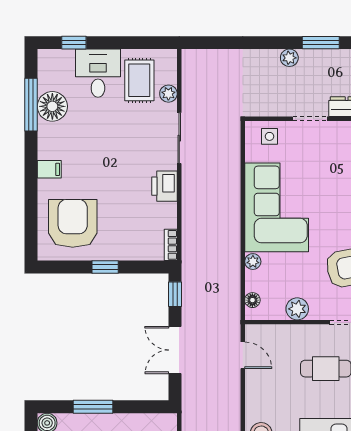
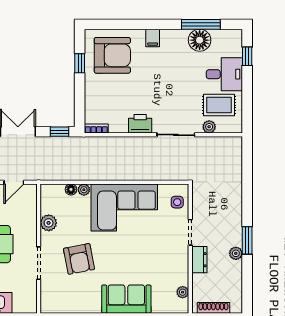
plant: (289, 58) -> (236, 253), moved
window: (105, 267) -> (80, 63), moved
floor lamp: (252, 300) -> (71, 189), moved

